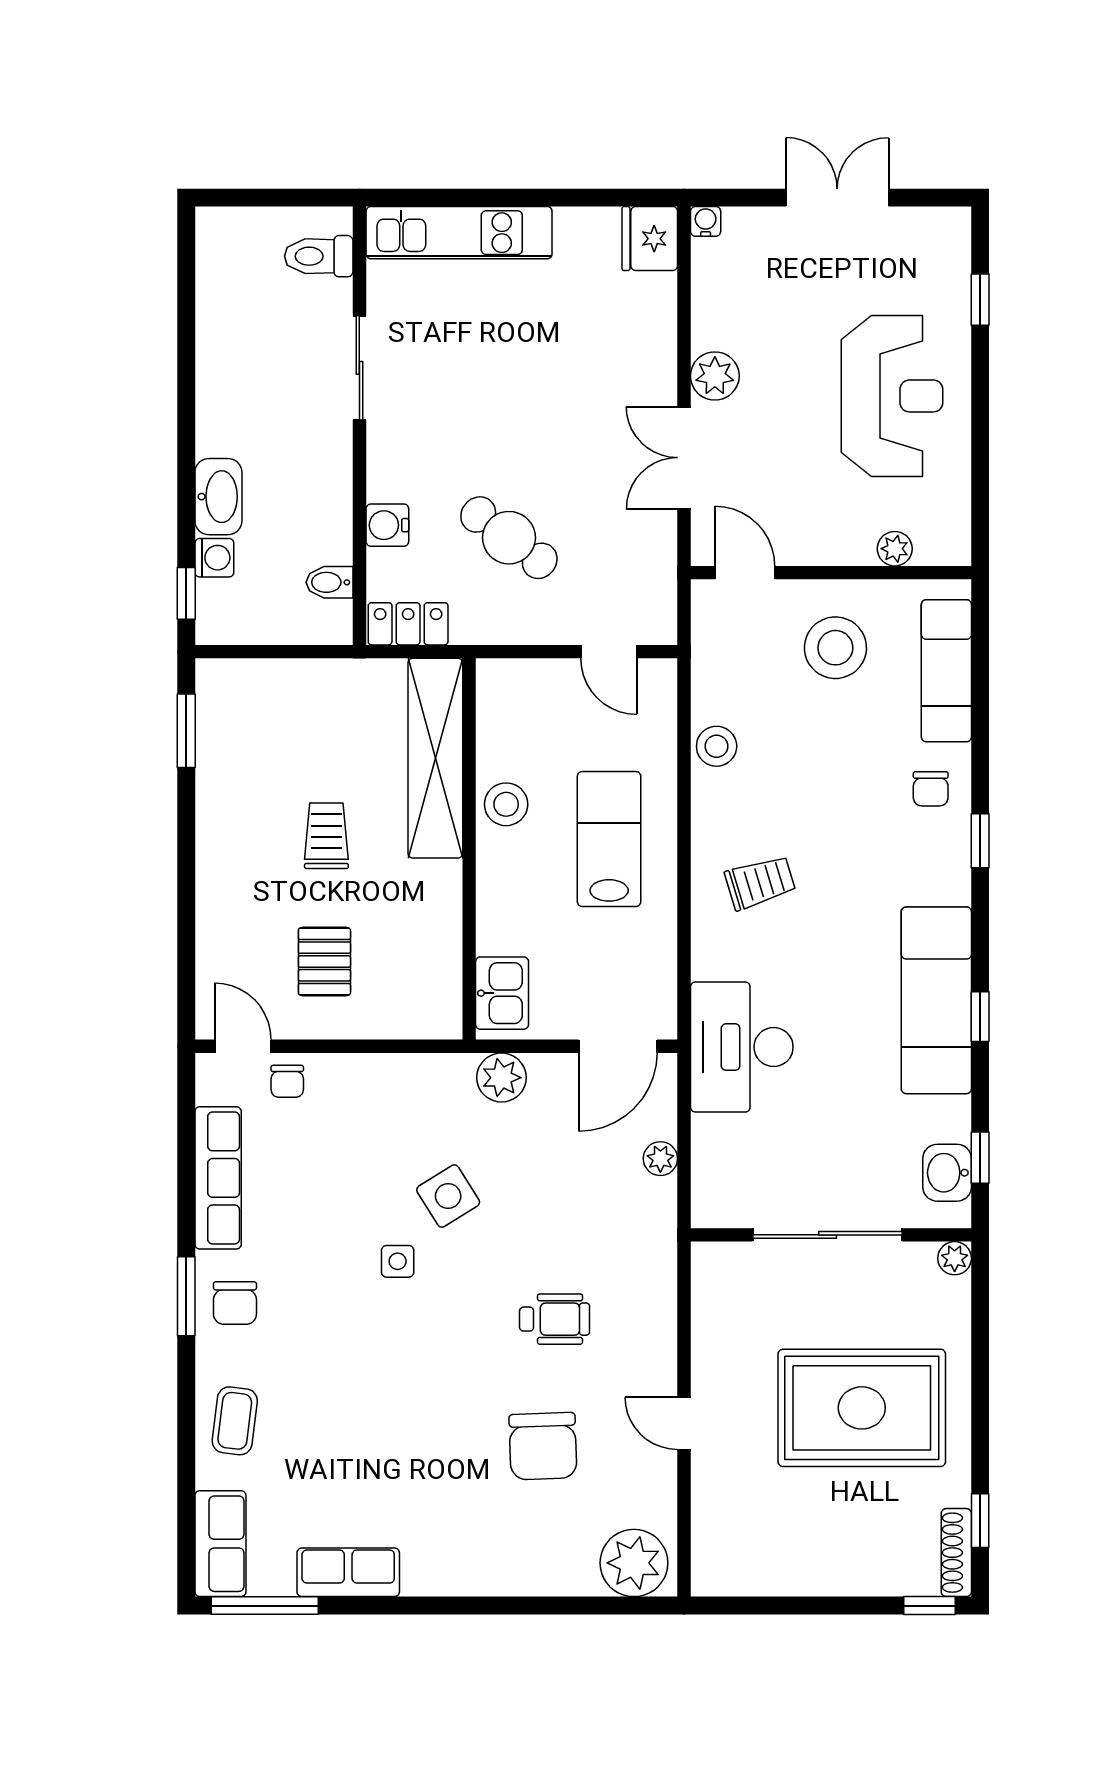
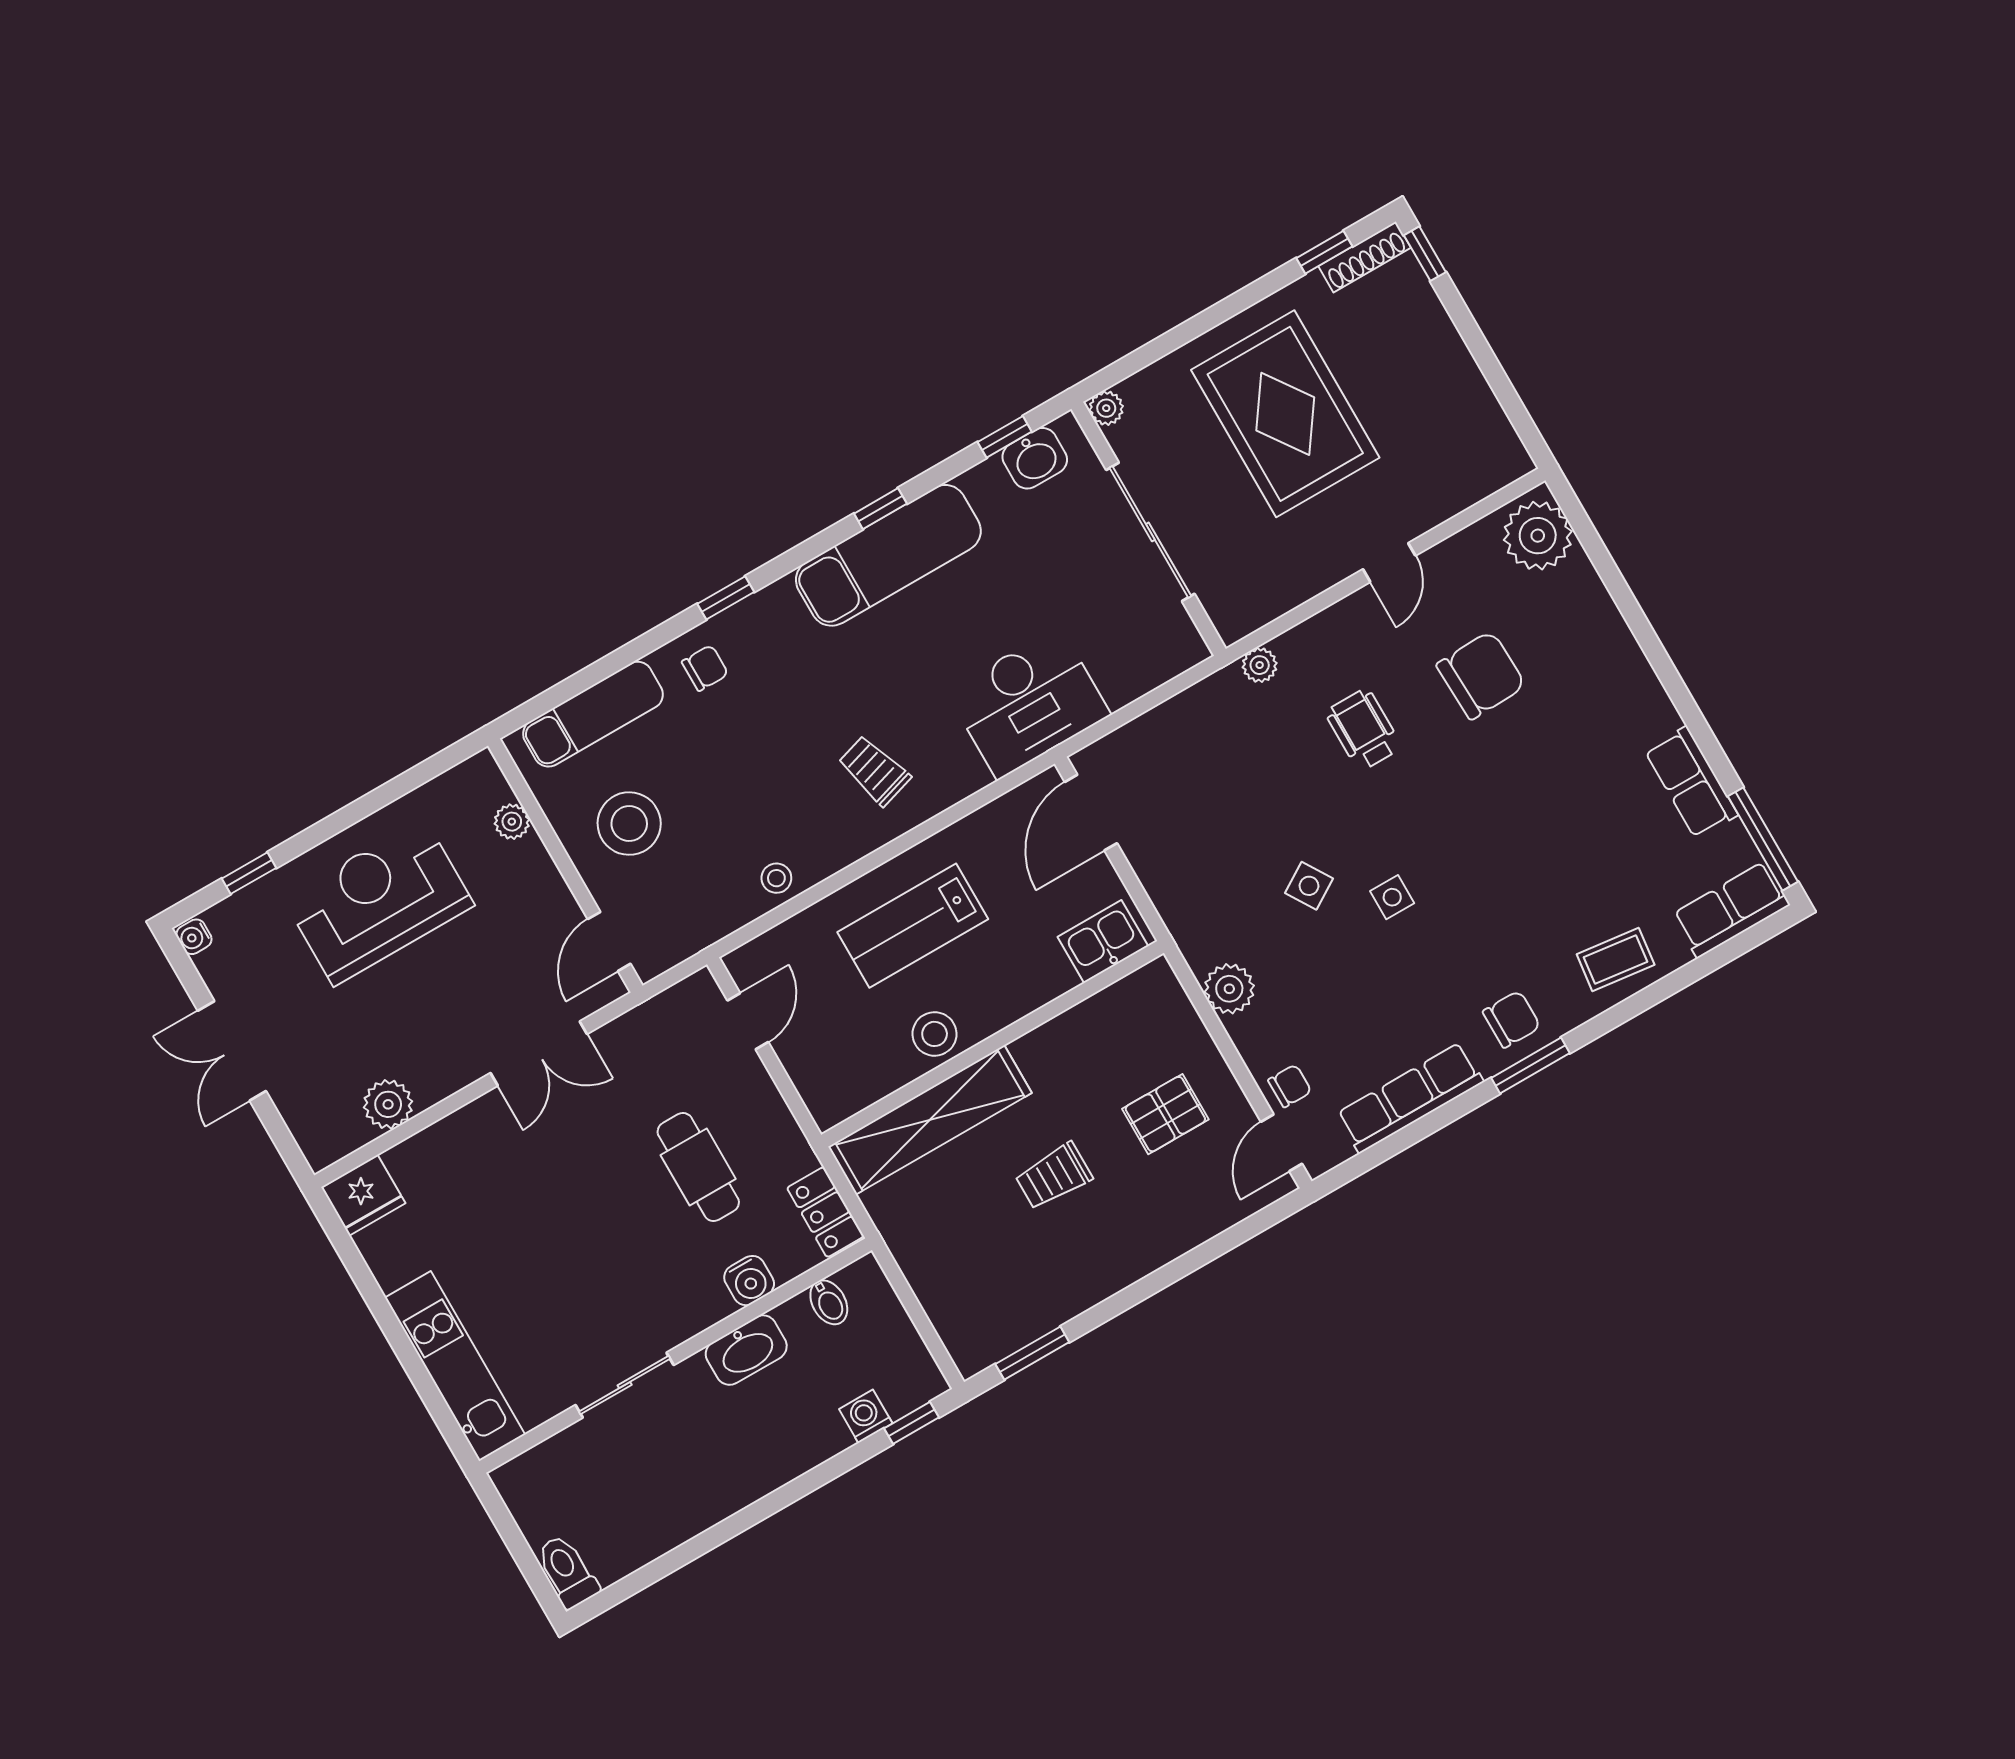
water cooler: (706, 221) -> (194, 937), moved
toilet: (319, 256) -> (567, 1571), moved, turned 180
plant: (715, 376) -> (388, 1104), moved
washbasin: (218, 497) -> (746, 1350), moved, turned 180
cafe table: (509, 538) -> (698, 1167), turned -37
stool: (717, 746) -> (776, 878), width x0.73, depth x0.73
door: (618, 1046) -> (1091, 813), swing flipped
plant: (501, 1078) -> (1229, 989), moved
plant: (660, 1159) -> (1260, 665), moved
side table: (448, 1196) -> (1309, 886), width x0.73, depth x0.73

